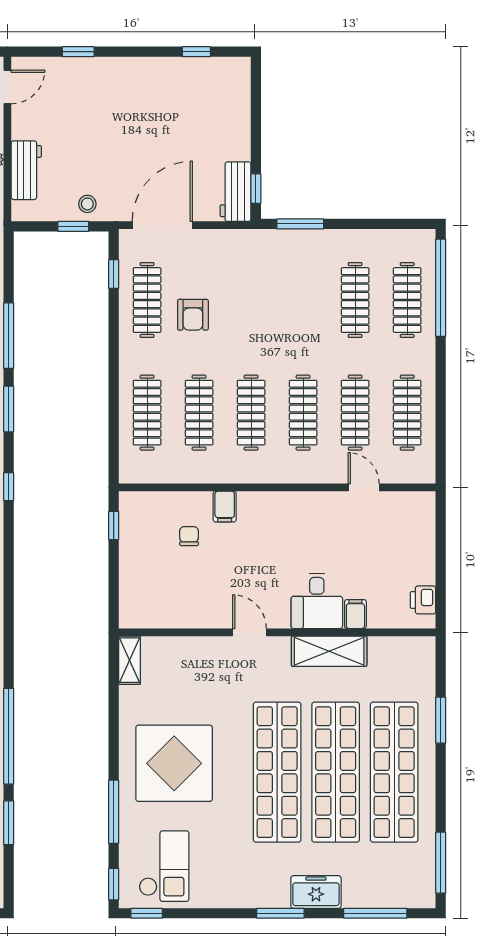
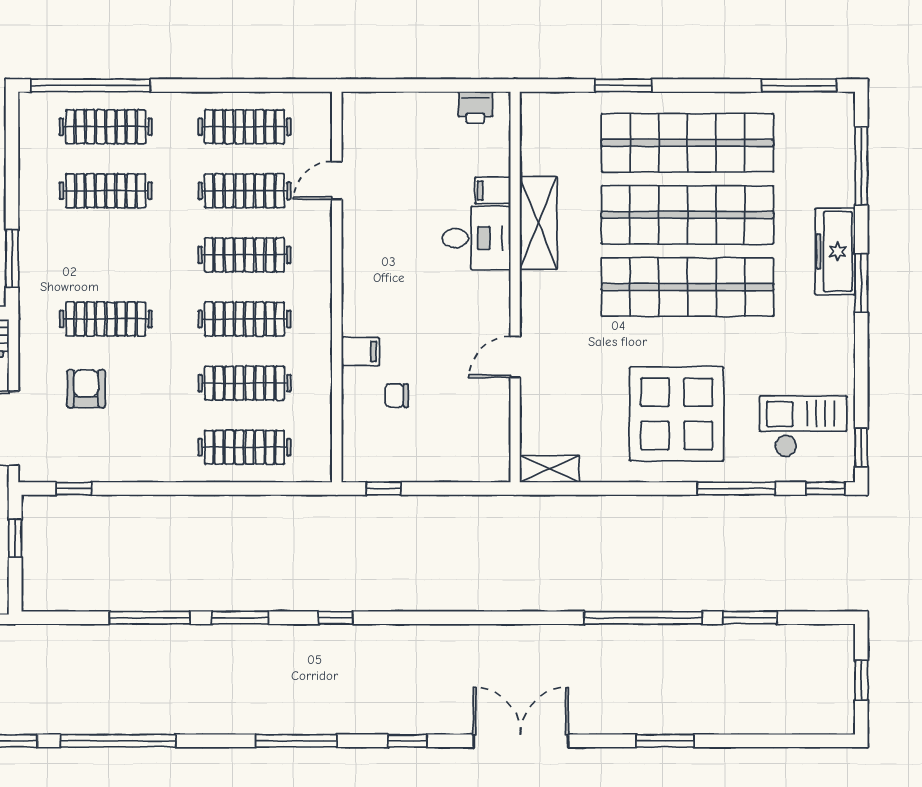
clothes rail: (147, 300) -> (106, 319), moved
armchair: (193, 315) -> (86, 389), moved, turned -90
door: (249, 632) -> (515, 357), moved
freezer: (316, 892) -> (835, 251), width x1.40

